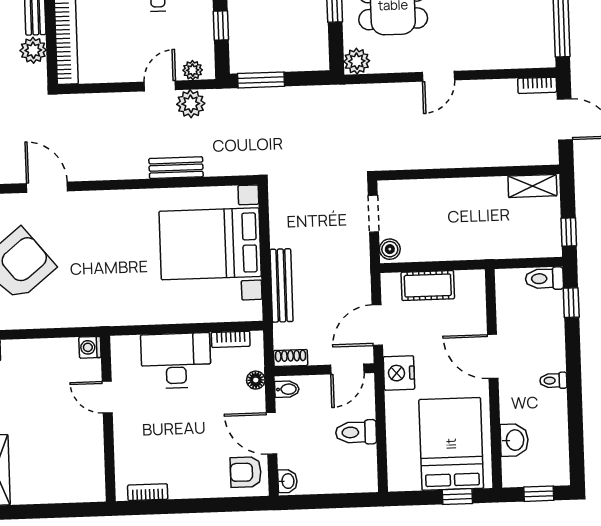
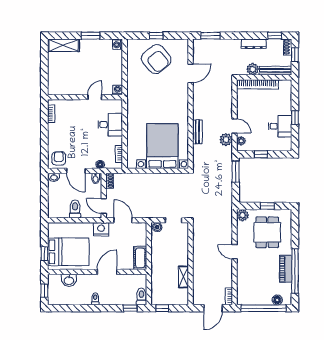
shelving: (532, 186) -> (183, 277), moved
bench: (281, 285) -> (142, 178), removed
cot: (428, 285) -> (140, 258), moved
desk: (176, 361) -> (110, 125), width x0.73
door: (272, 433) -> (76, 171), swing flipped

